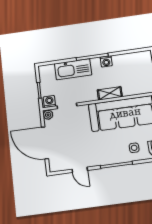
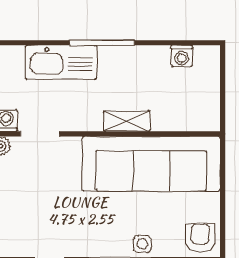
washing machine: (106, 61) -> (182, 56), moved
side table: (134, 148) -> (142, 244), moved

